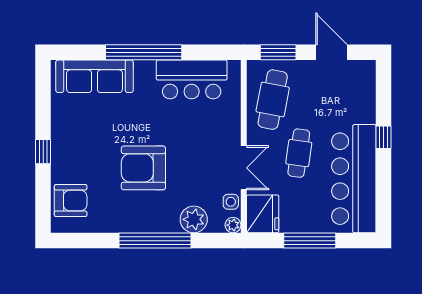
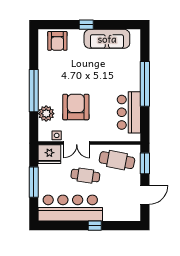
sofa: (94, 76) -> (107, 39), moved, turned -90
armchair: (143, 168) -> (76, 107), moved
plant: (233, 225) -> (43, 137), removed

